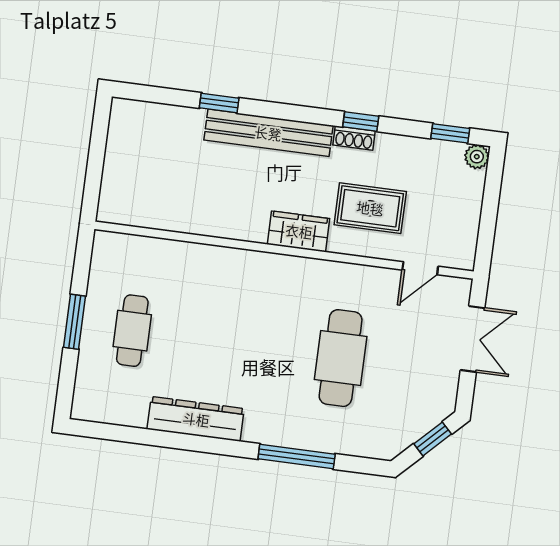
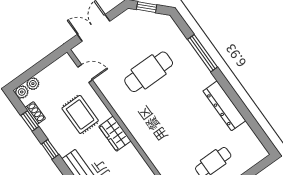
window: (450, 133) -> (30, 121), moved
shoe rack: (354, 138) -> (35, 113), moved
plant: (474, 183) -> (33, 84), added

